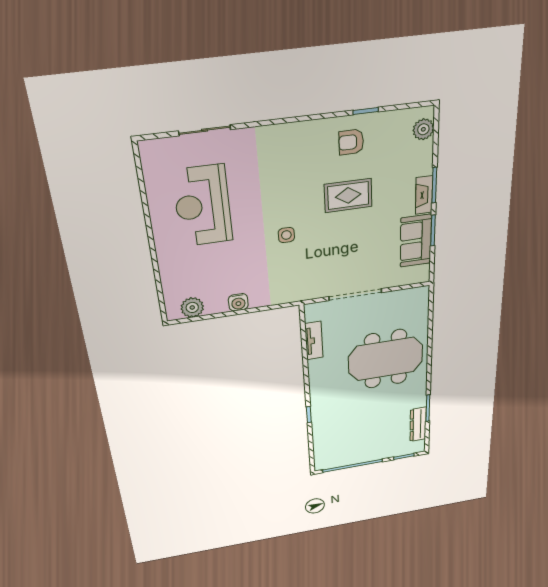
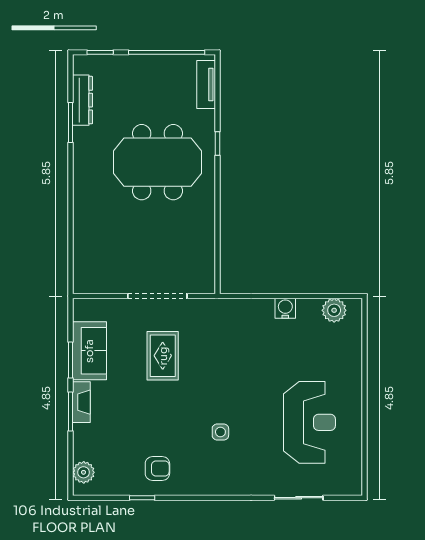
rug: (348, 196) -> (163, 356), moved, turned 90
side table: (286, 235) -> (220, 432), moved
tv unit: (314, 341) -> (206, 84), moved
meeting table: (386, 359) -> (157, 162), moved

